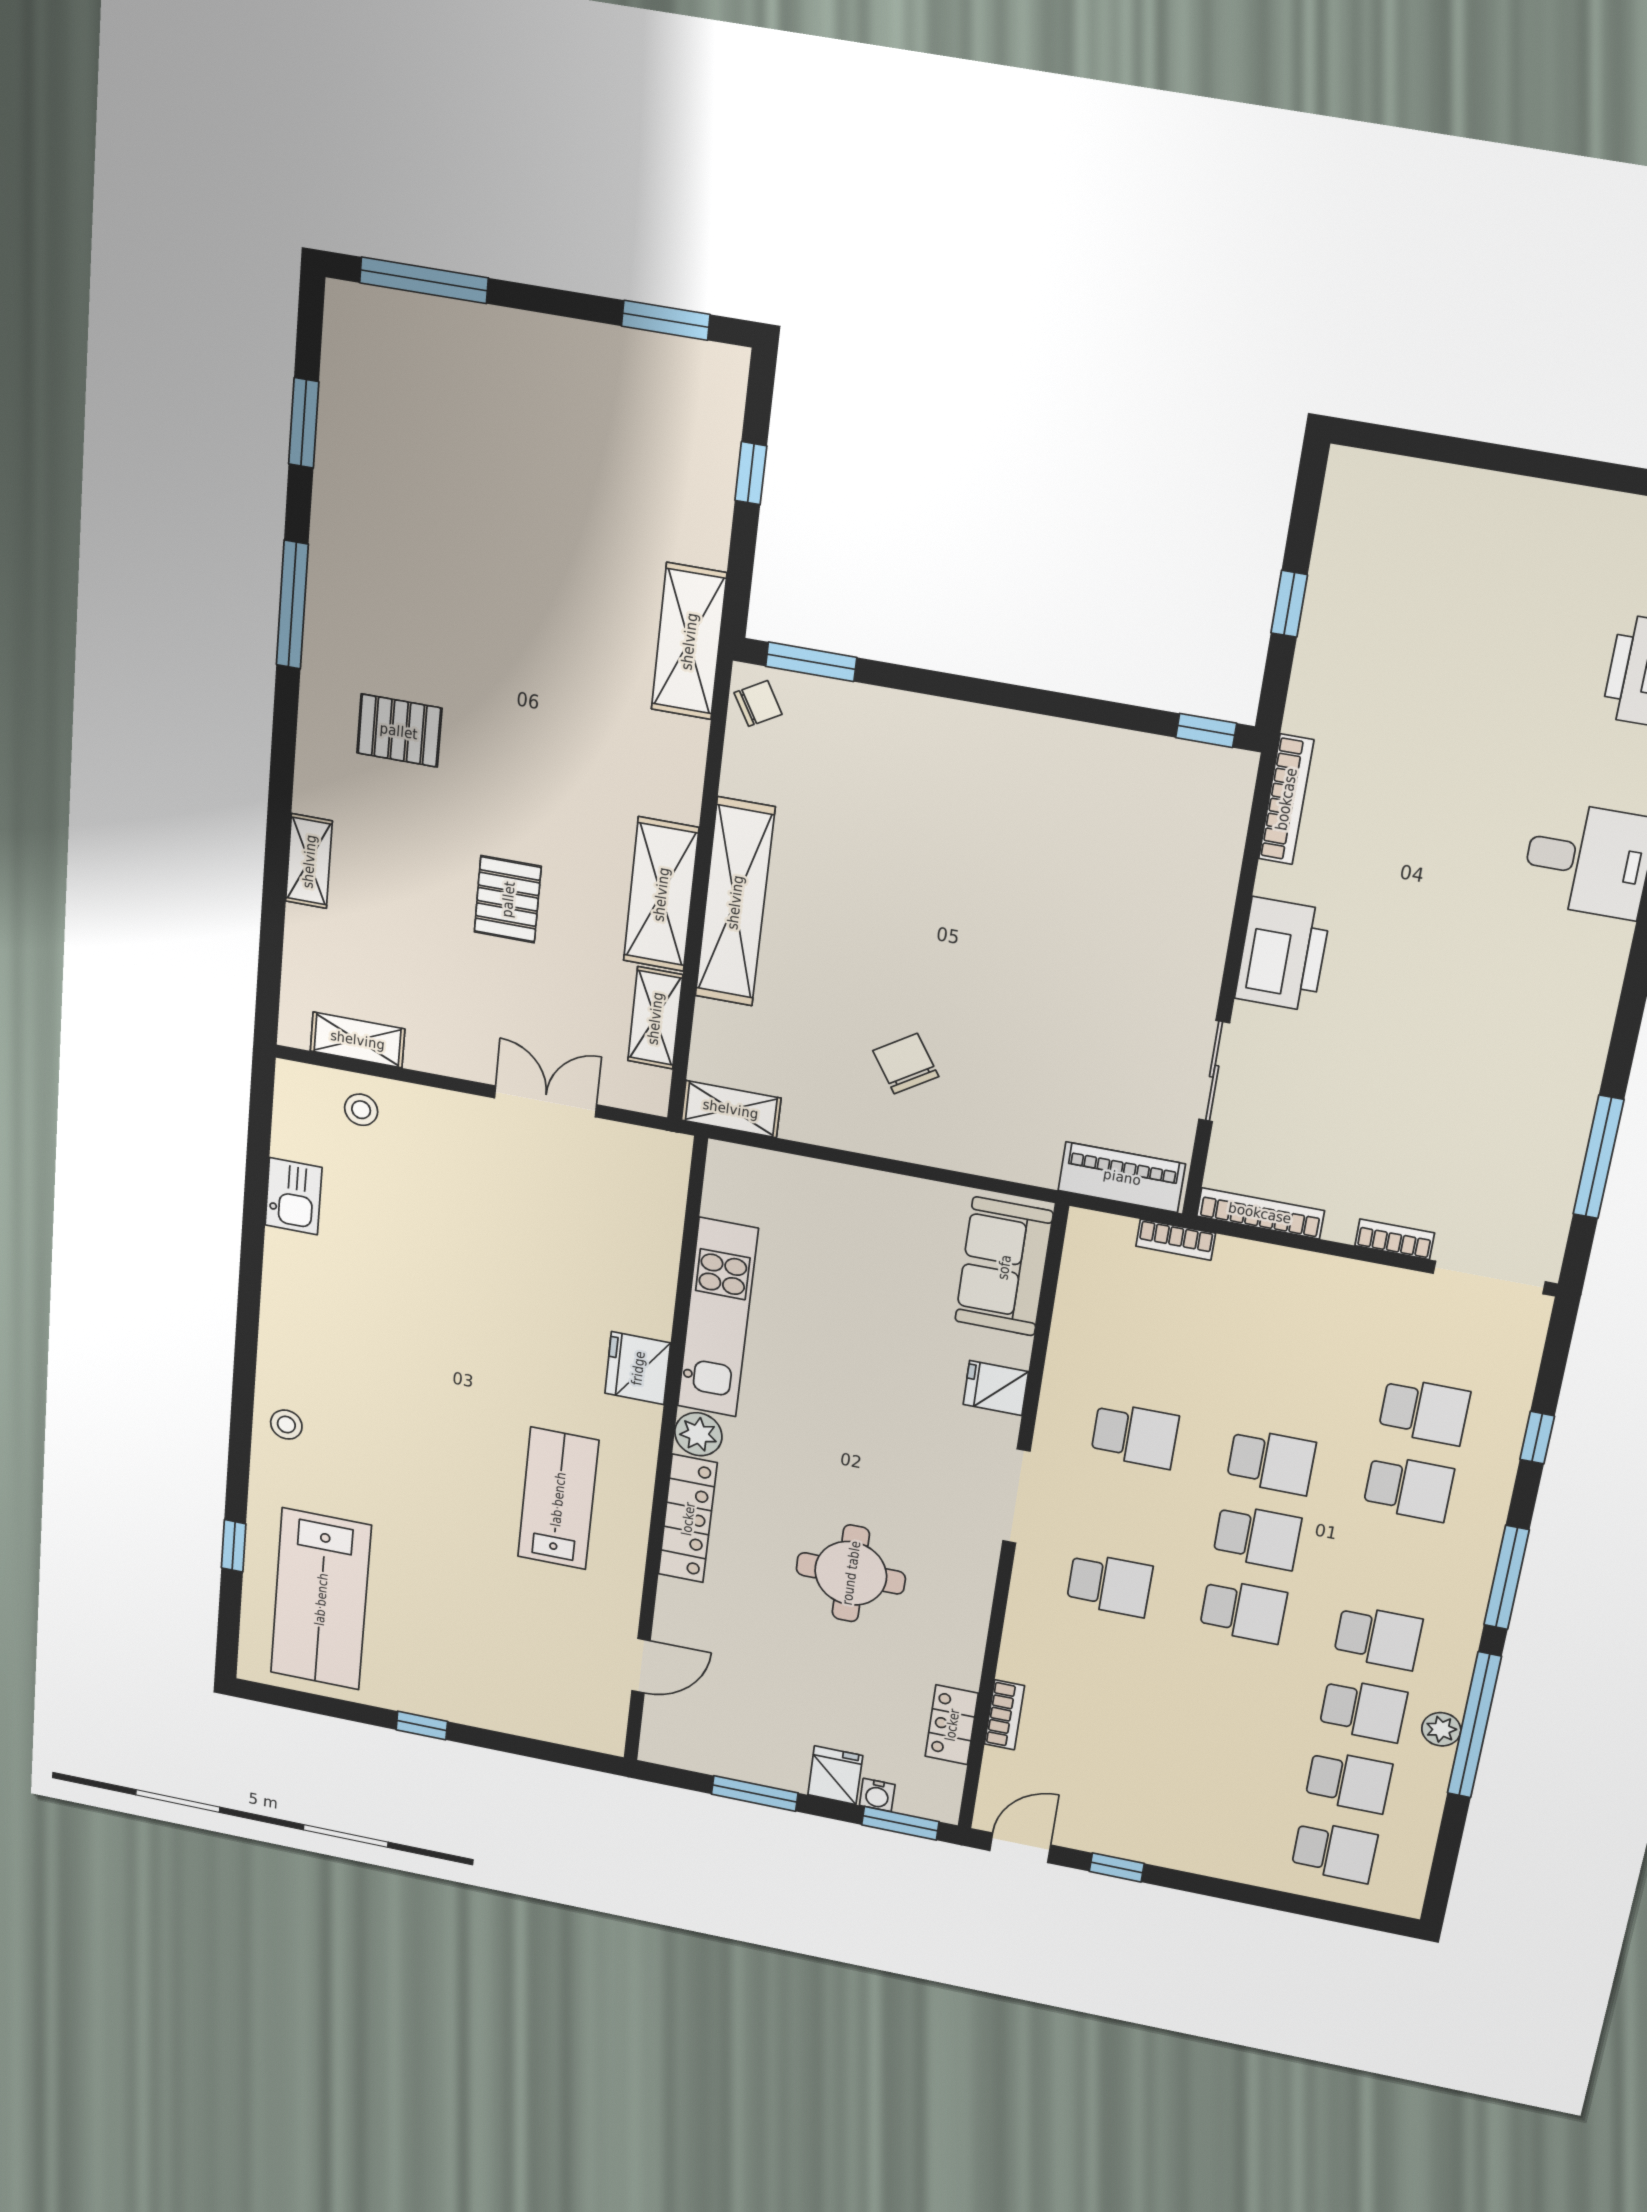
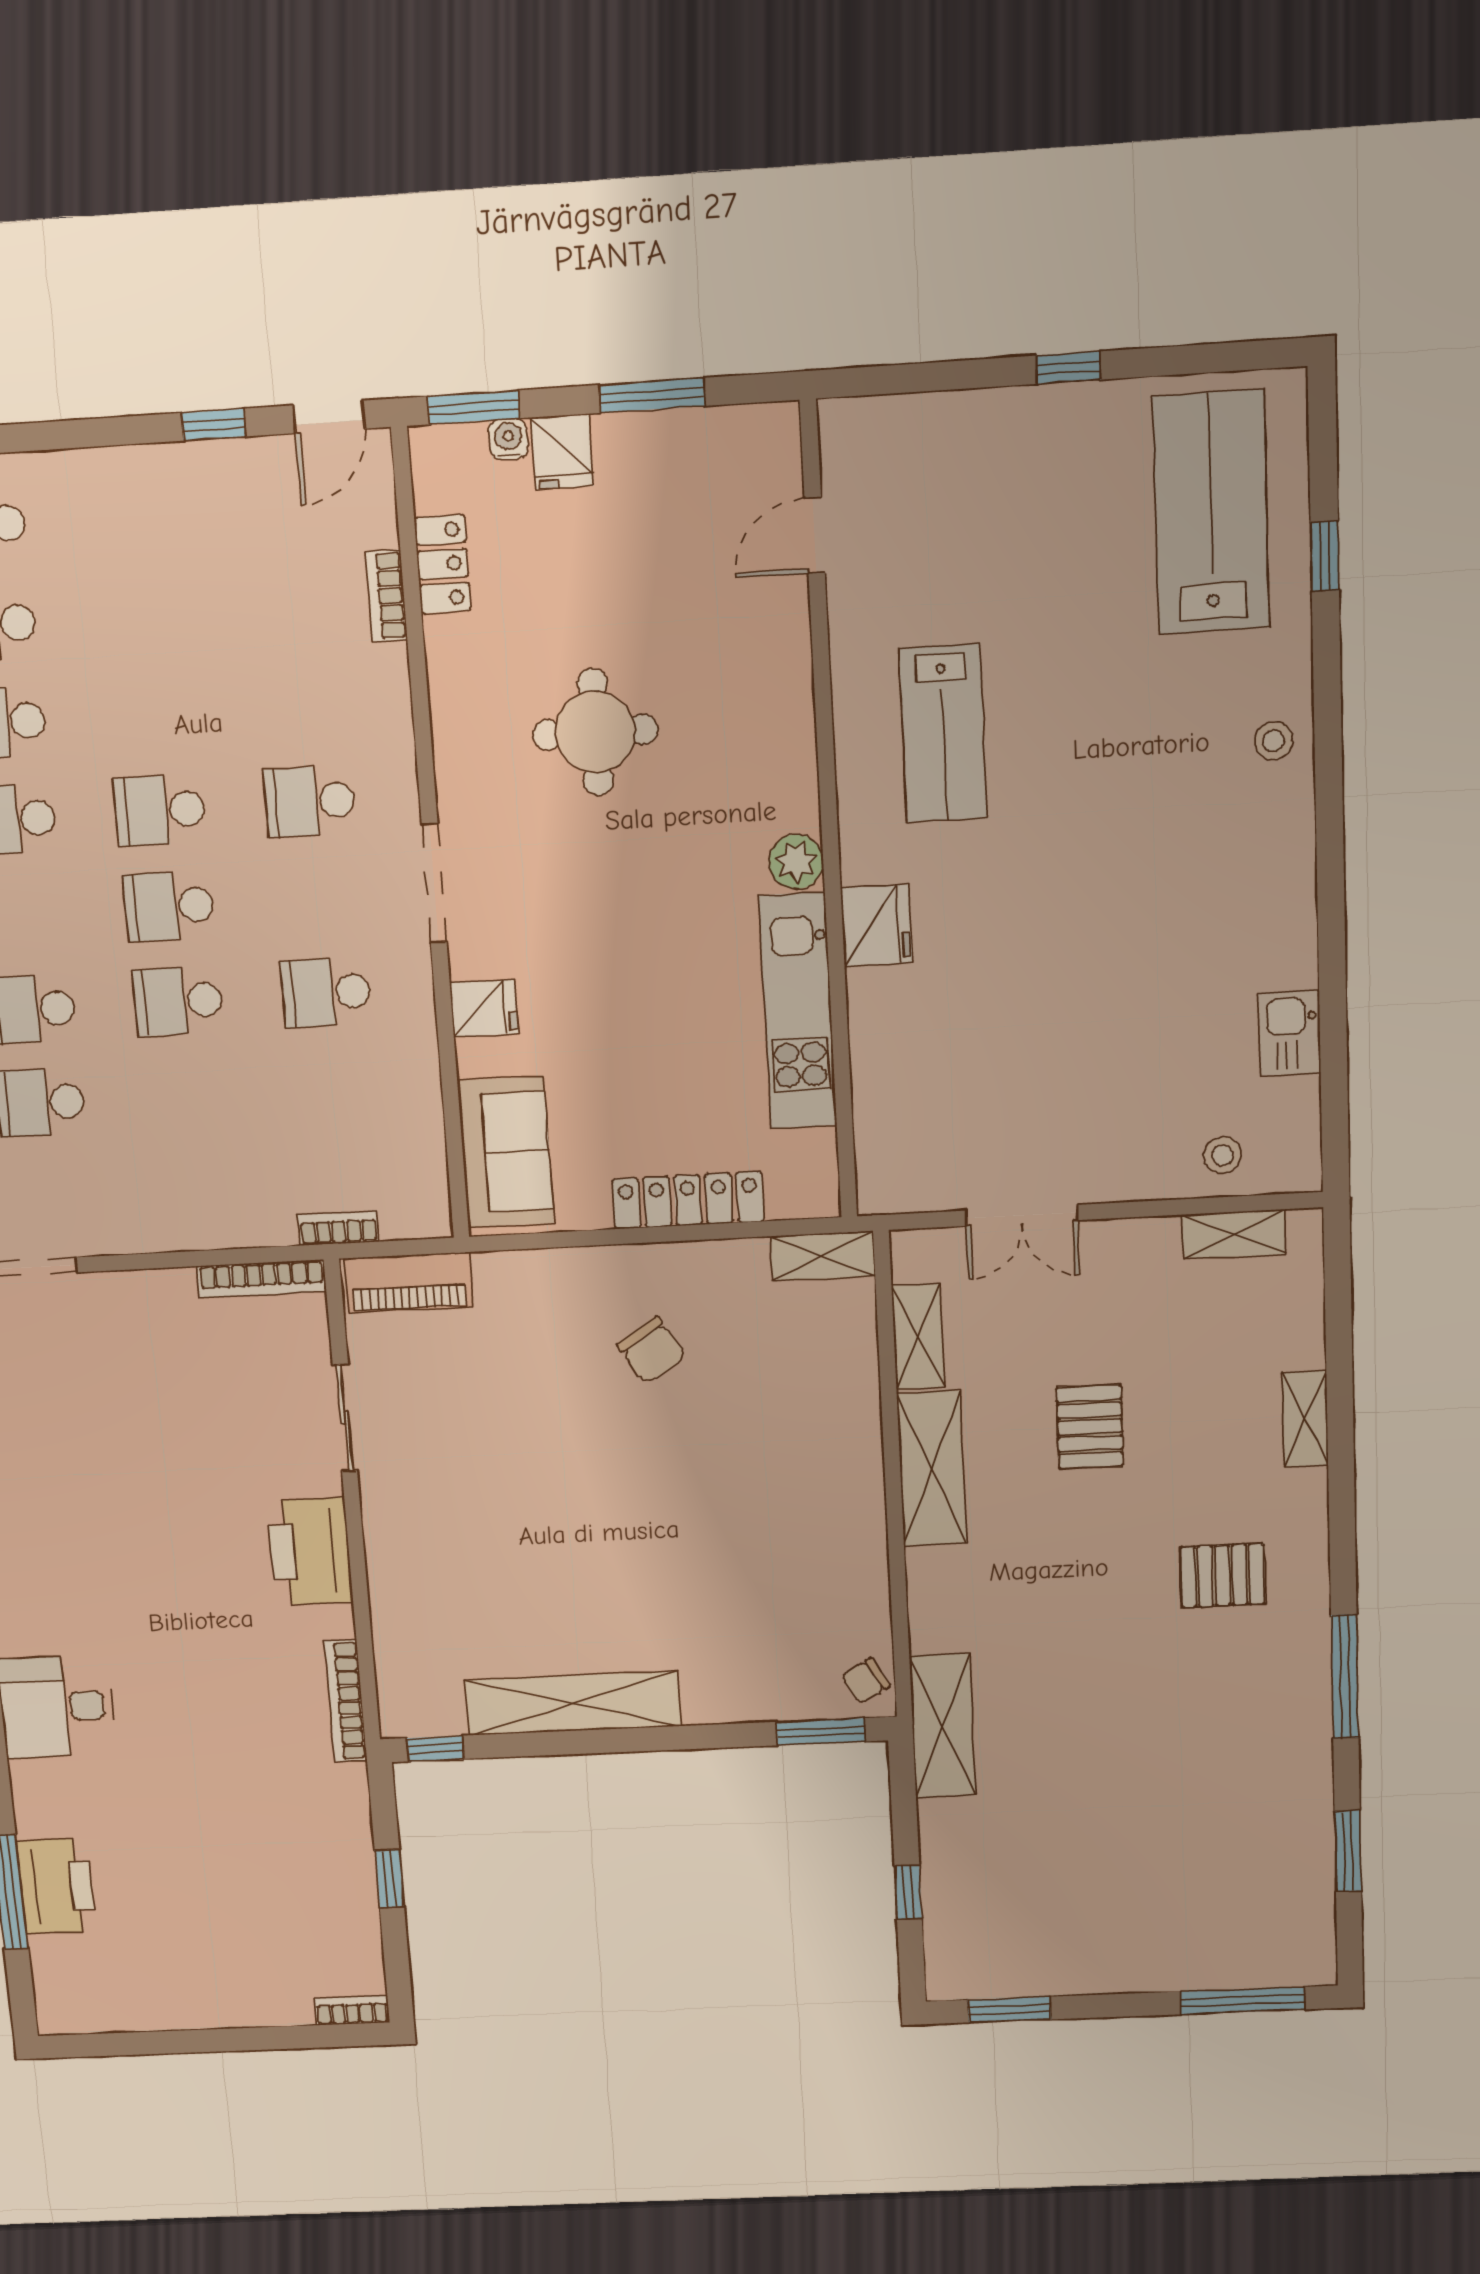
shelving: (735, 902) -> (573, 1703), moved, turned 90
bookcase: (1395, 1239) -> (352, 2010), moved, turned 180
locker: (688, 1519) -> (688, 1200), moved, turned 90

